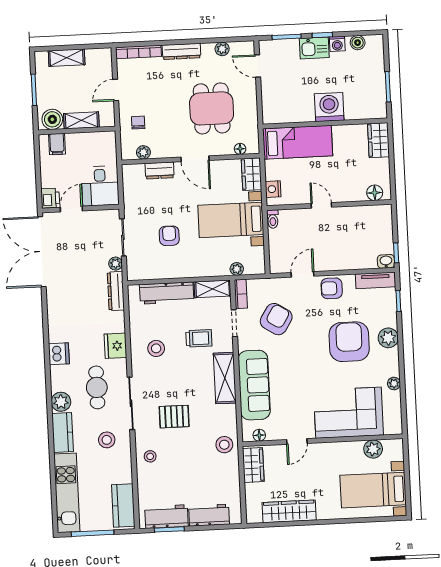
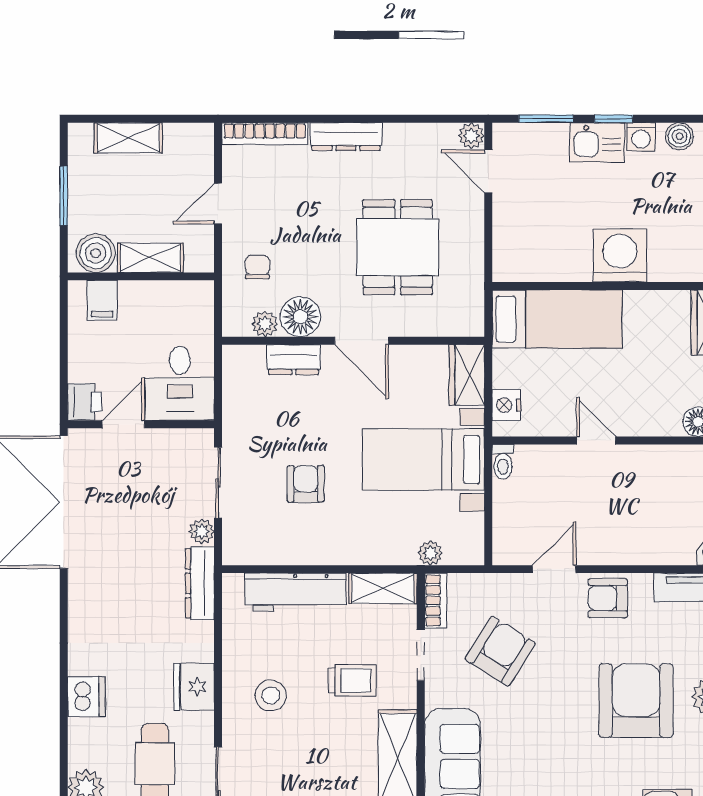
plant: (222, 49) -> (471, 136), moved
floor lamp: (240, 149) -> (300, 317), moved, width x1.89, depth x1.89

